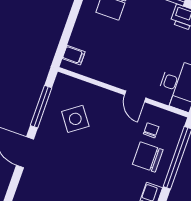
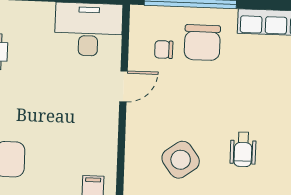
wheelchair: (69, 162) -> (243, 149), added

